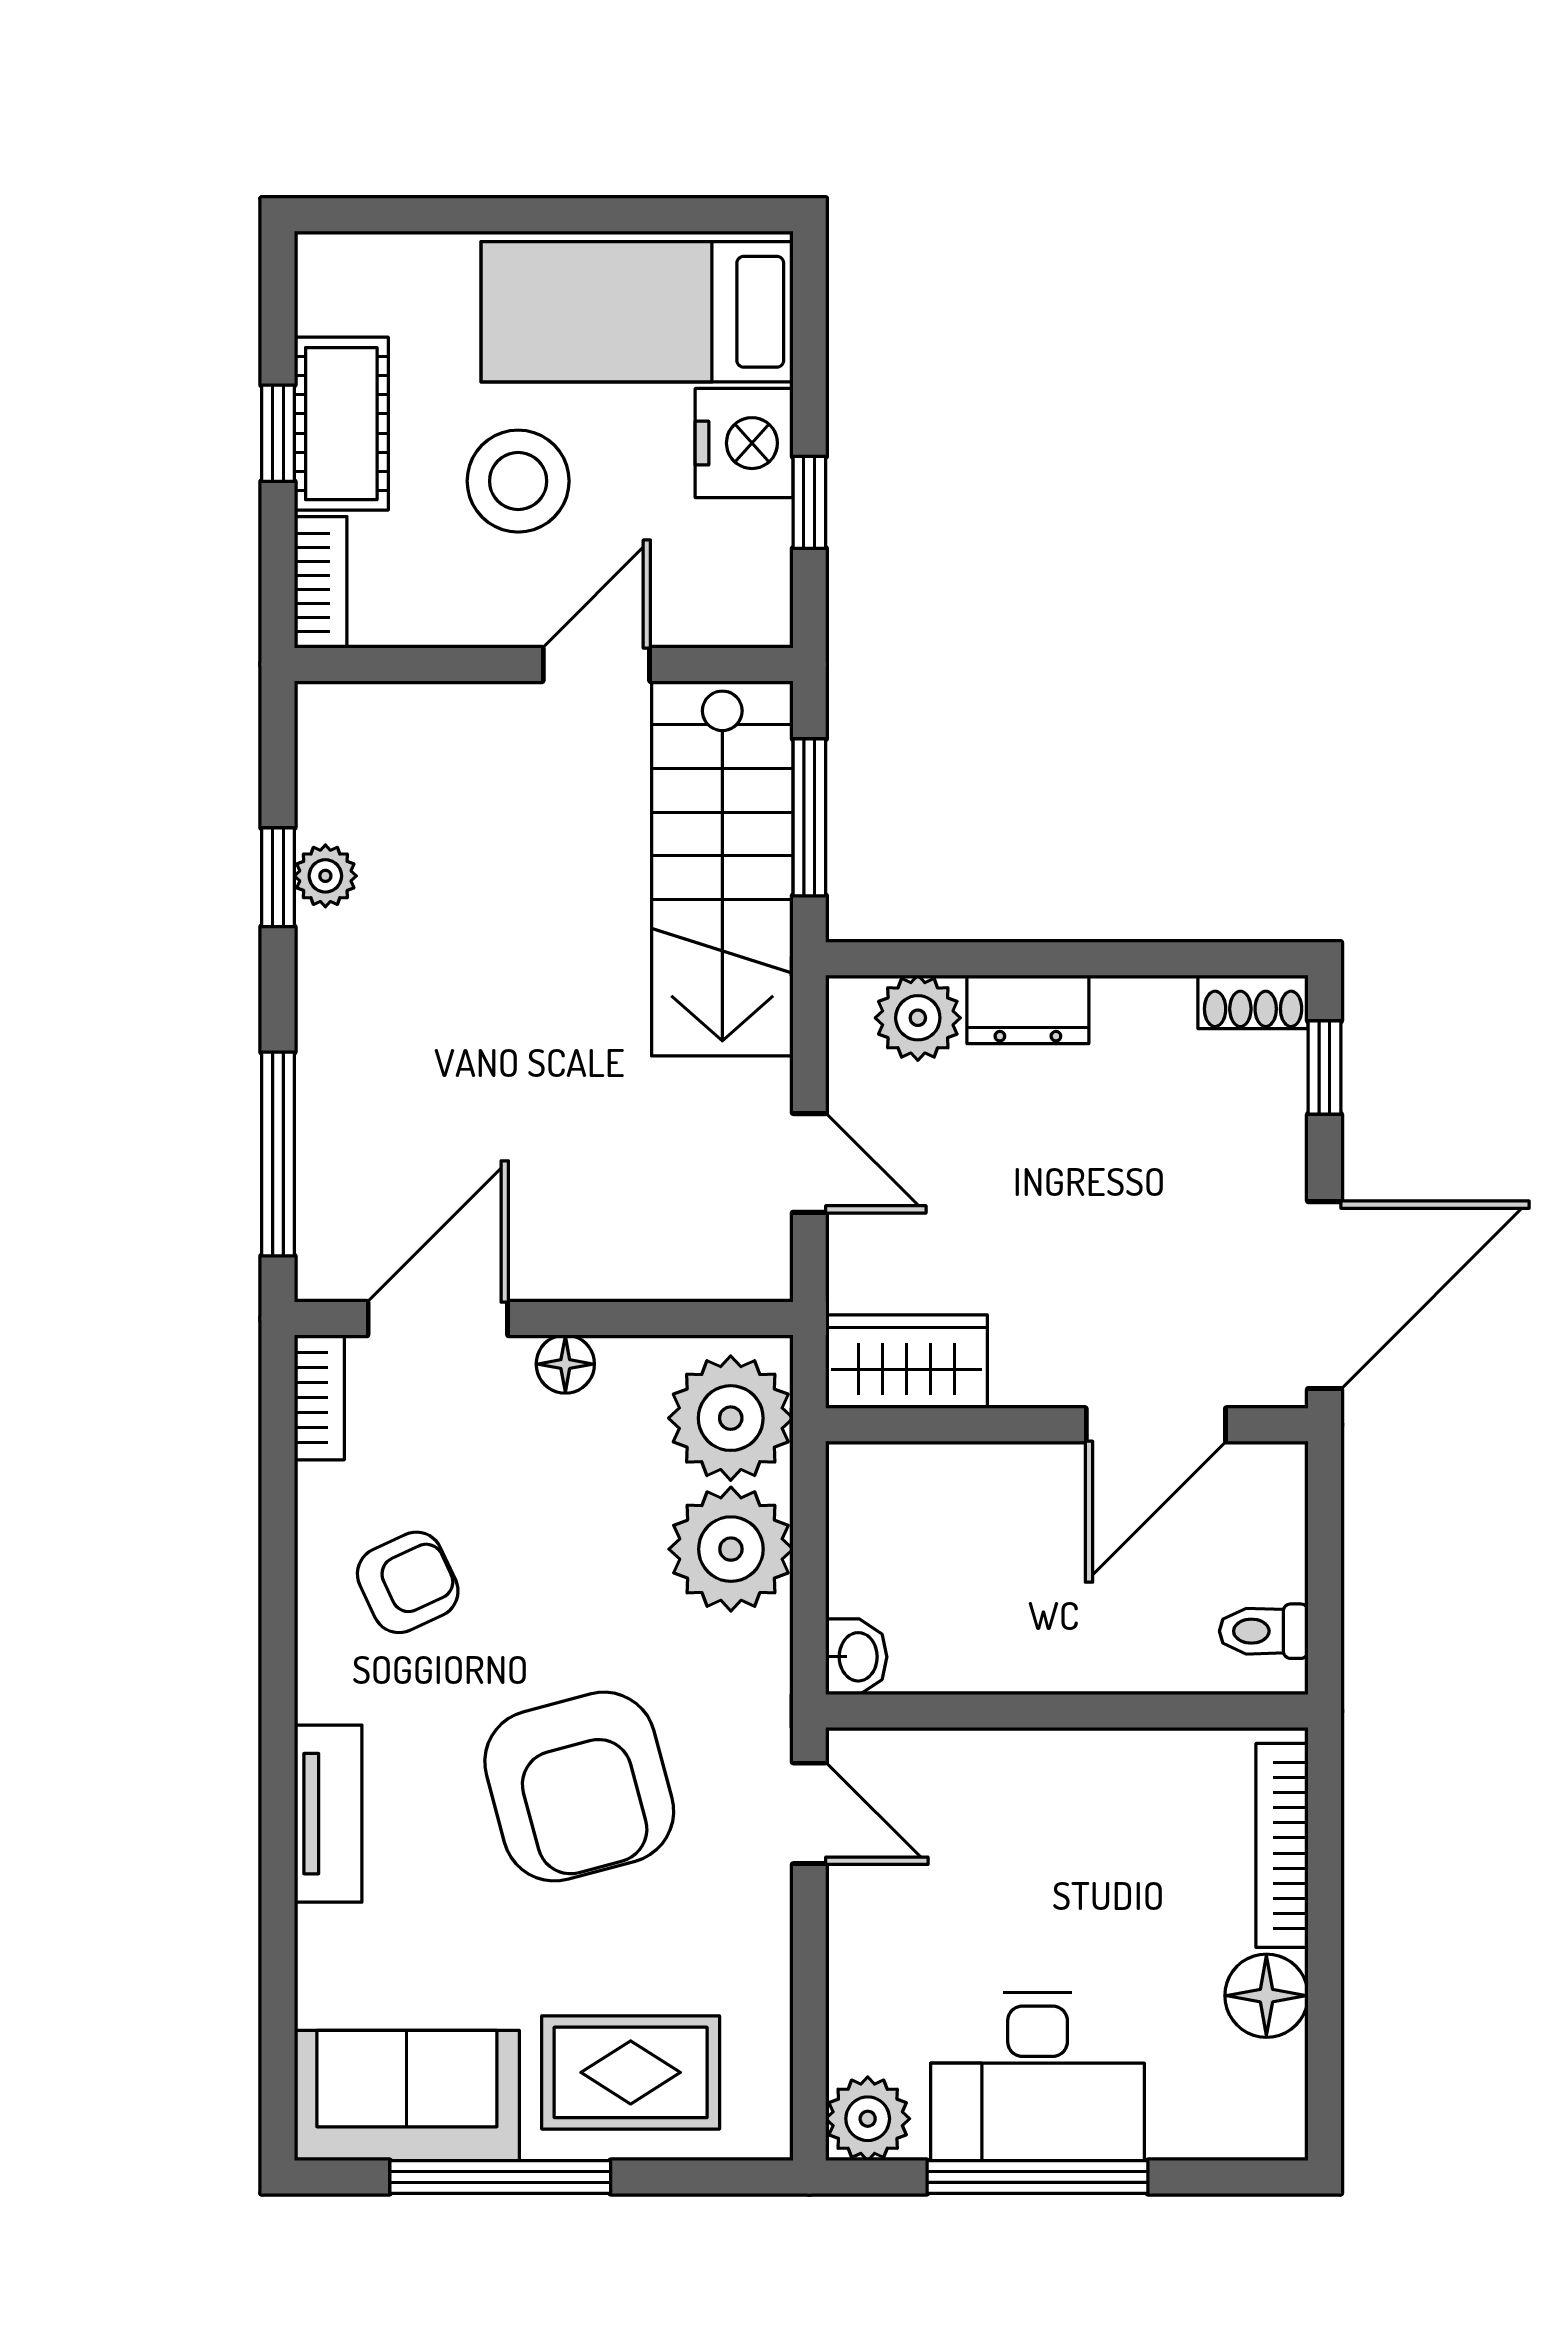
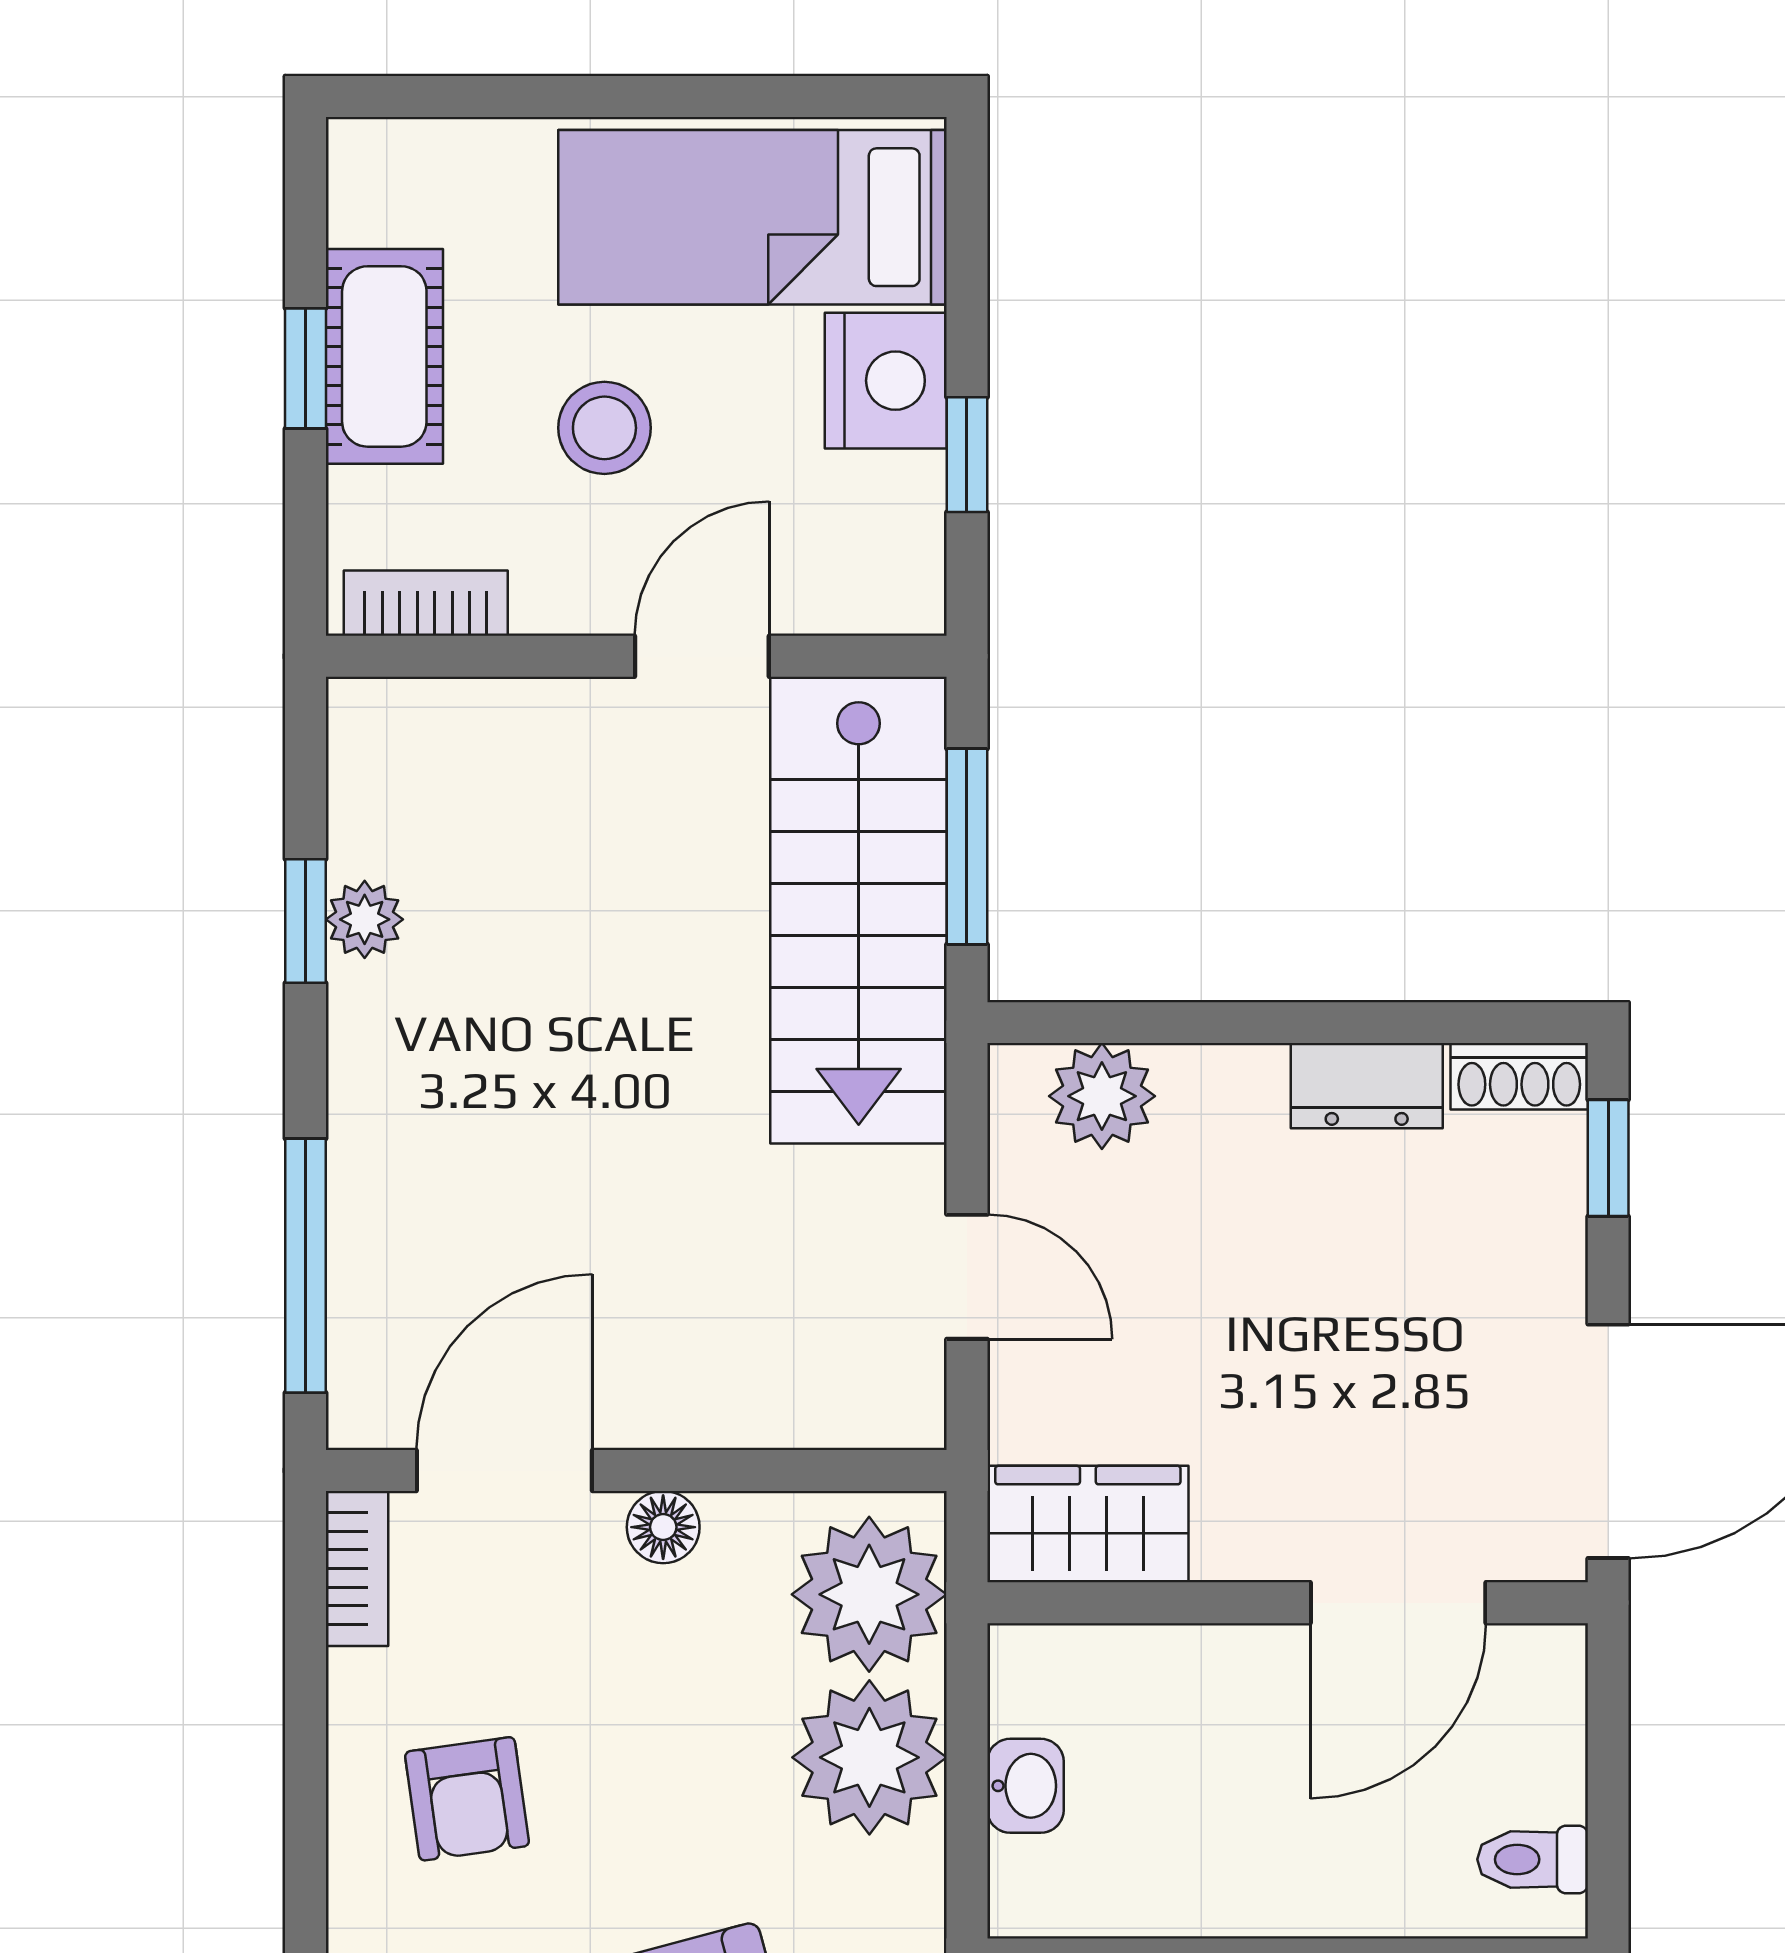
stool: (518, 481) -> (604, 428), width x0.73, depth x0.73
bookcase: (321, 582) -> (426, 603), moved, turned -90
dresser: (1028, 1009) -> (1367, 1086), moved
armchair: (408, 1582) -> (467, 1799), turned 107
washbasin: (856, 1657) -> (1025, 1786), moved

